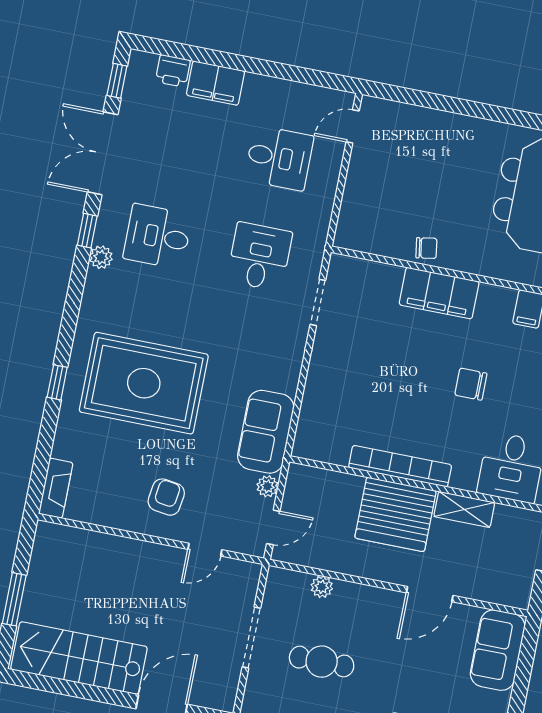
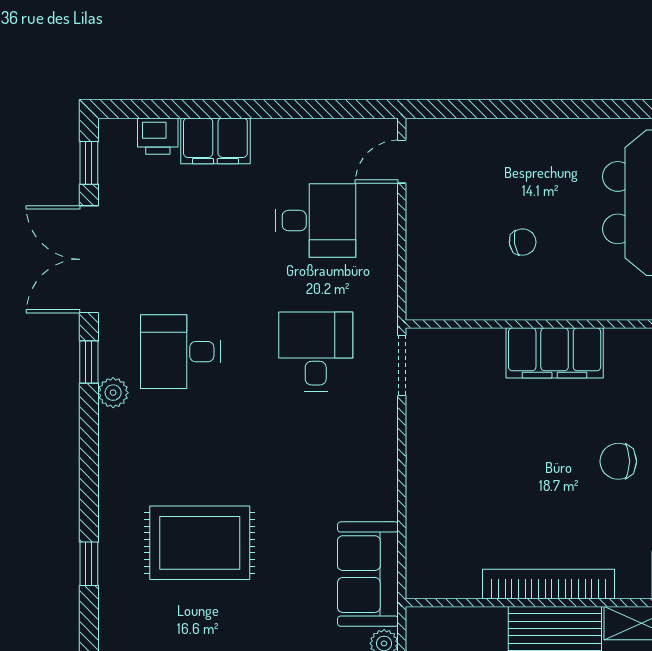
chair: (426, 248) -> (523, 242), moved
doorway: (318, 302) -> (402, 366), moved
rug: (144, 383) -> (200, 543), width x0.73, depth x0.69

